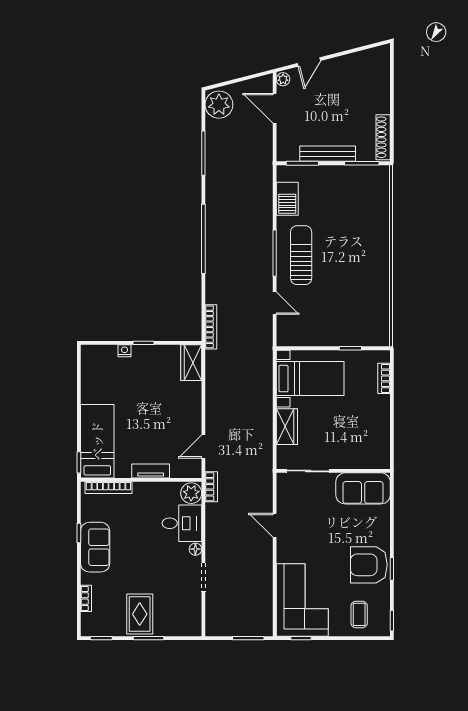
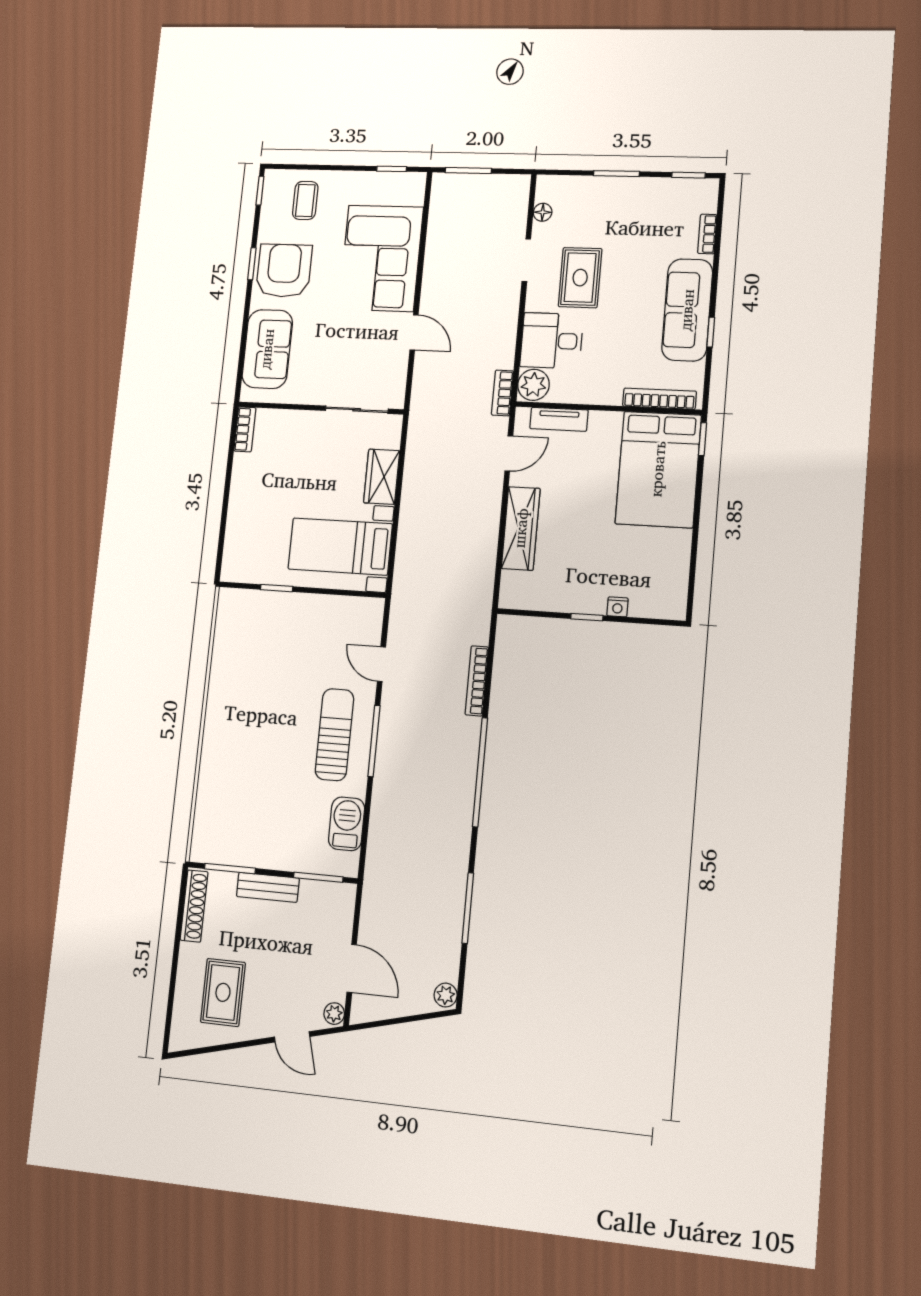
door: (309, 62) -> (292, 1037), swing flipped
rug: (358, 85) -> (223, 992), added
plant: (219, 105) -> (446, 995), width x0.53, depth x0.53
bench: (328, 154) -> (268, 887), width x0.73
sun lounger: (301, 255) -> (334, 735), turned 180
bookcase: (211, 327) -> (477, 681), moved
wardrobe: (191, 363) -> (521, 528), moved, width x1.50
bookcase: (384, 378) -> (245, 429), moved
bed: (97, 441) -> (658, 469), width x1.50
tv unit: (151, 471) -> (559, 419), moved
sofa: (363, 488) -> (267, 349), moved, turned 90
sofa: (95, 547) -> (687, 310), width x1.36
floor lamp: (195, 549) -> (543, 212), moved
armchair: (369, 565) -> (284, 271), turned -90
corner sofa: (302, 600) -> (381, 258), moved
rug: (140, 614) -> (580, 278), moved

